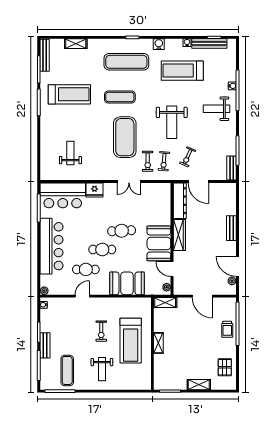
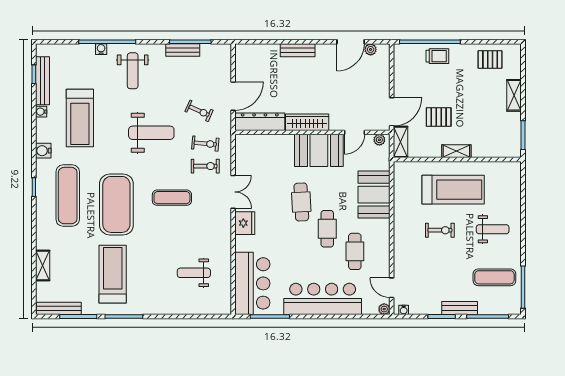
exercise mat: (120, 97) -> (116, 204), width x2.00, depth x1.45
exercise mat: (125, 137) -> (172, 198), width x0.50, depth x0.69
bench: (232, 168) -> (183, 50), moved
fridge: (95, 190) -> (245, 223), moved
door: (82, 296) -> (392, 288), moved
door: (202, 296) -> (392, 112), moved
pallet: (183, 330) -> (439, 117), added

